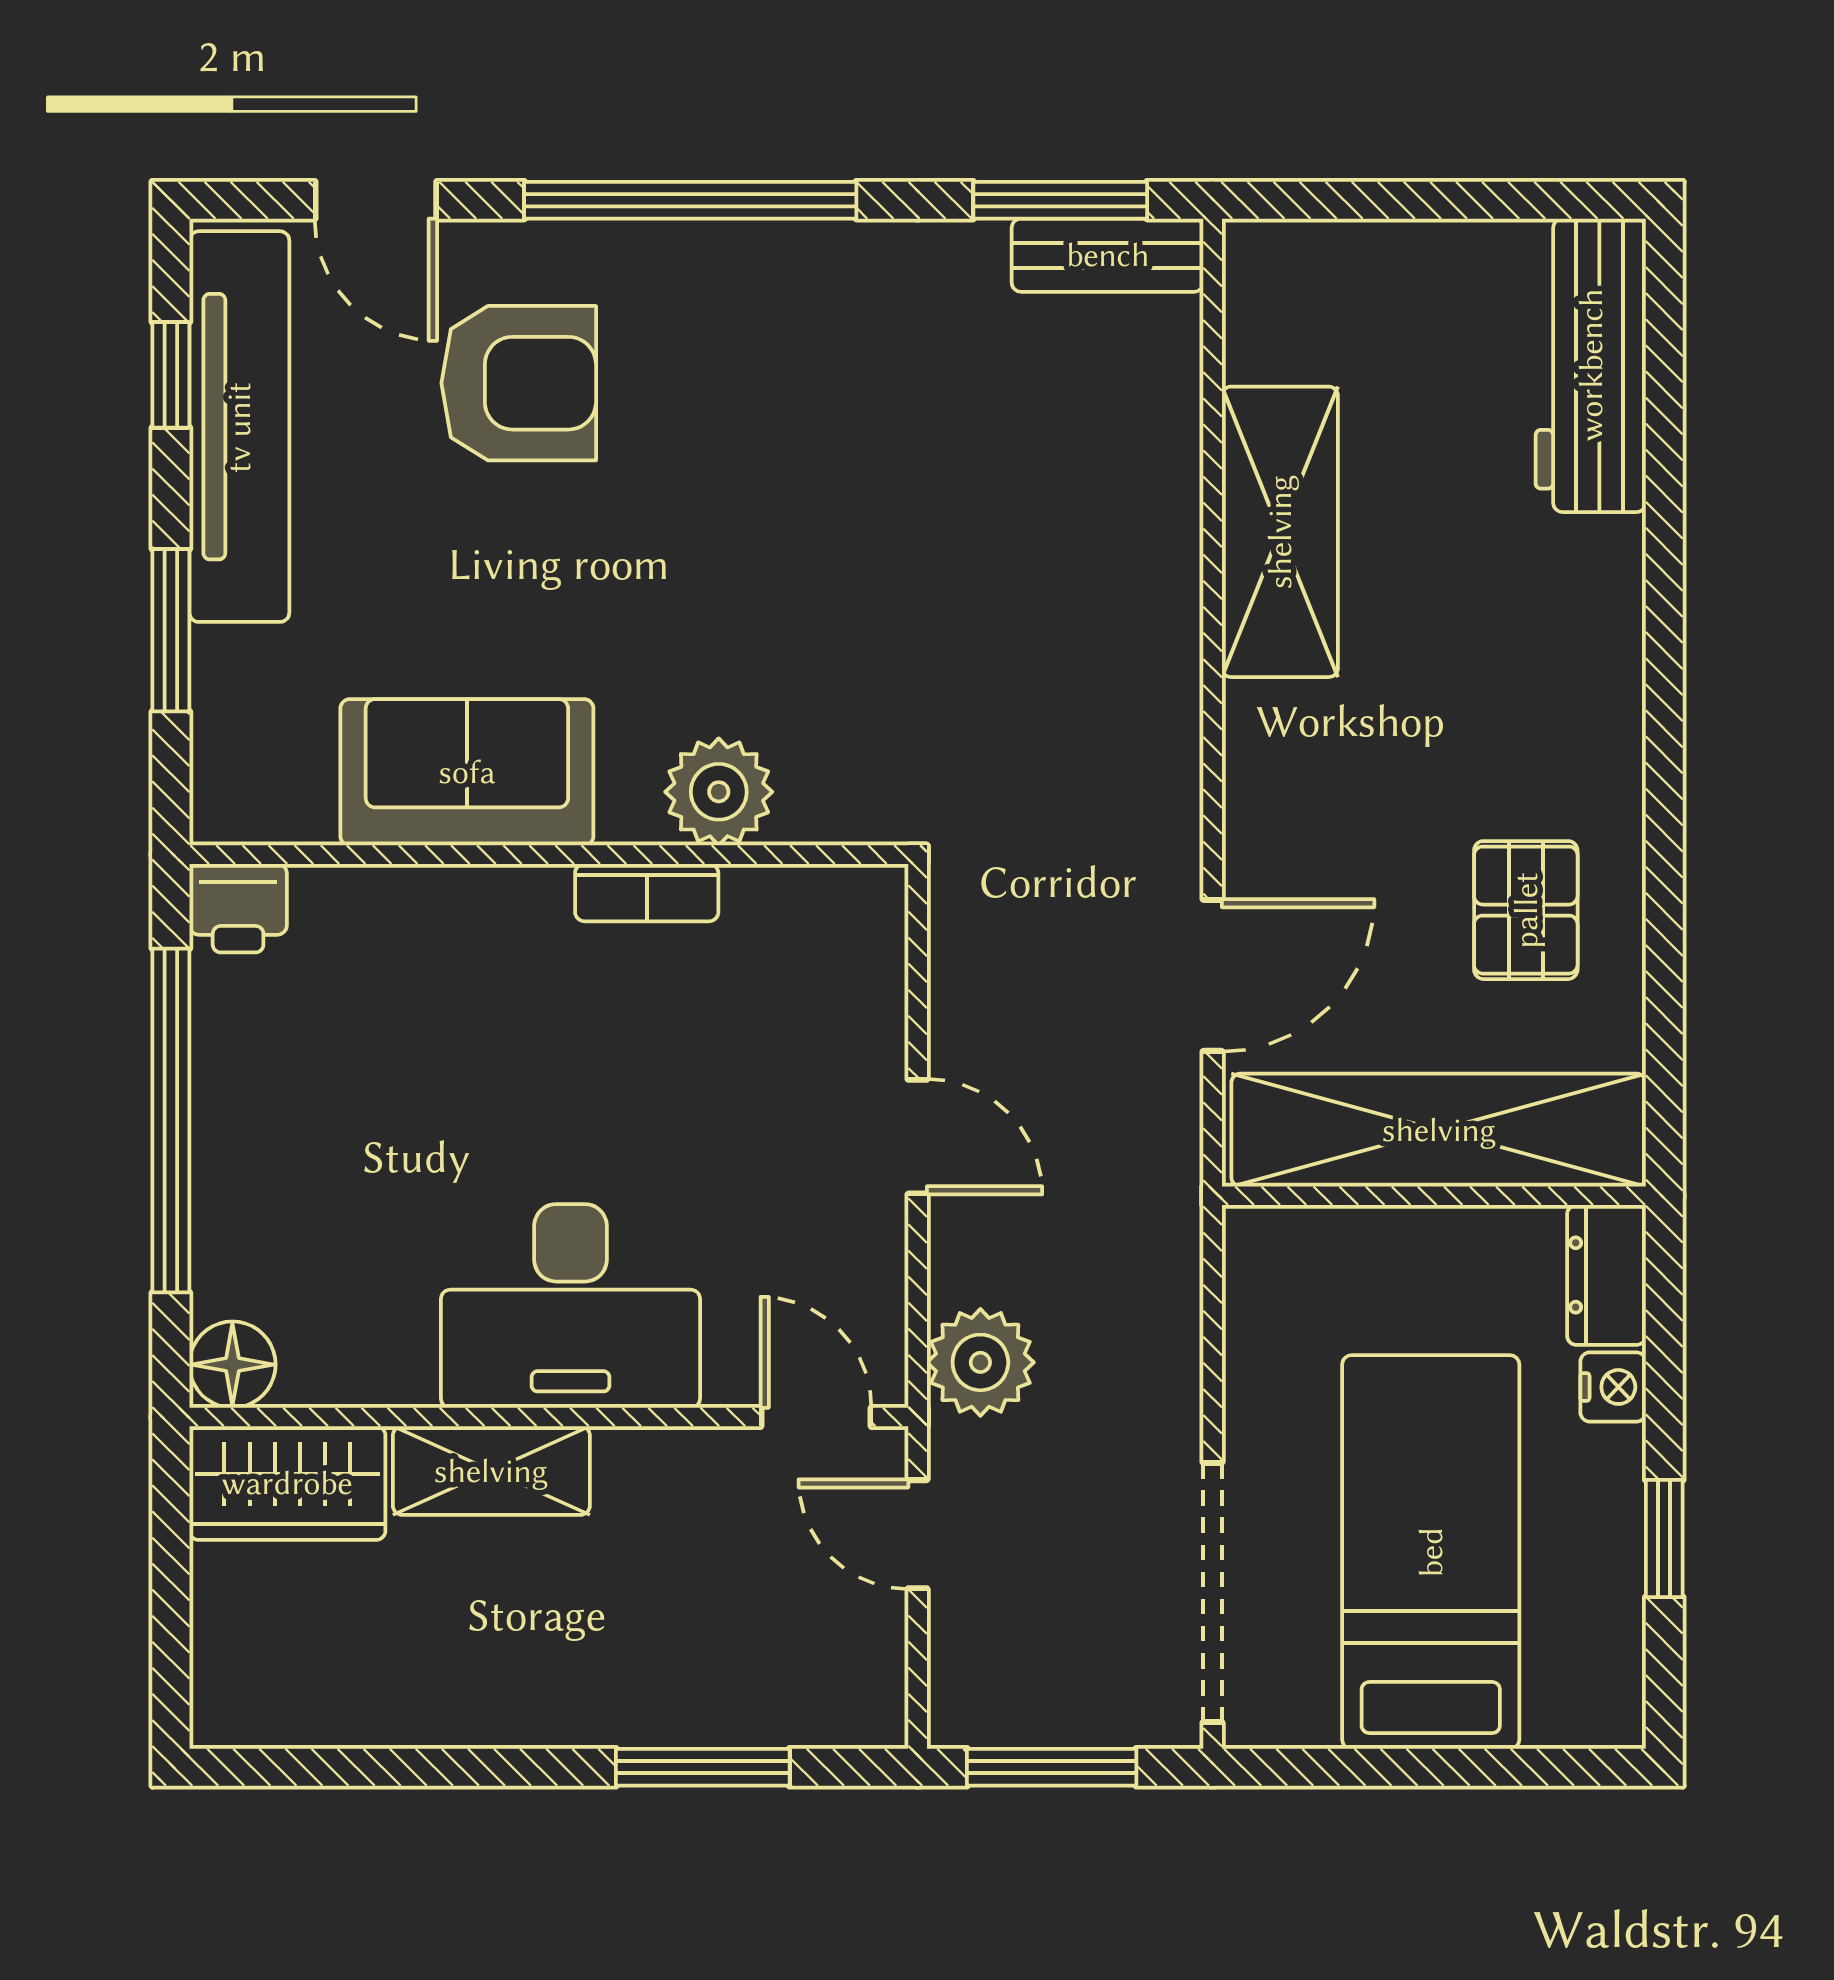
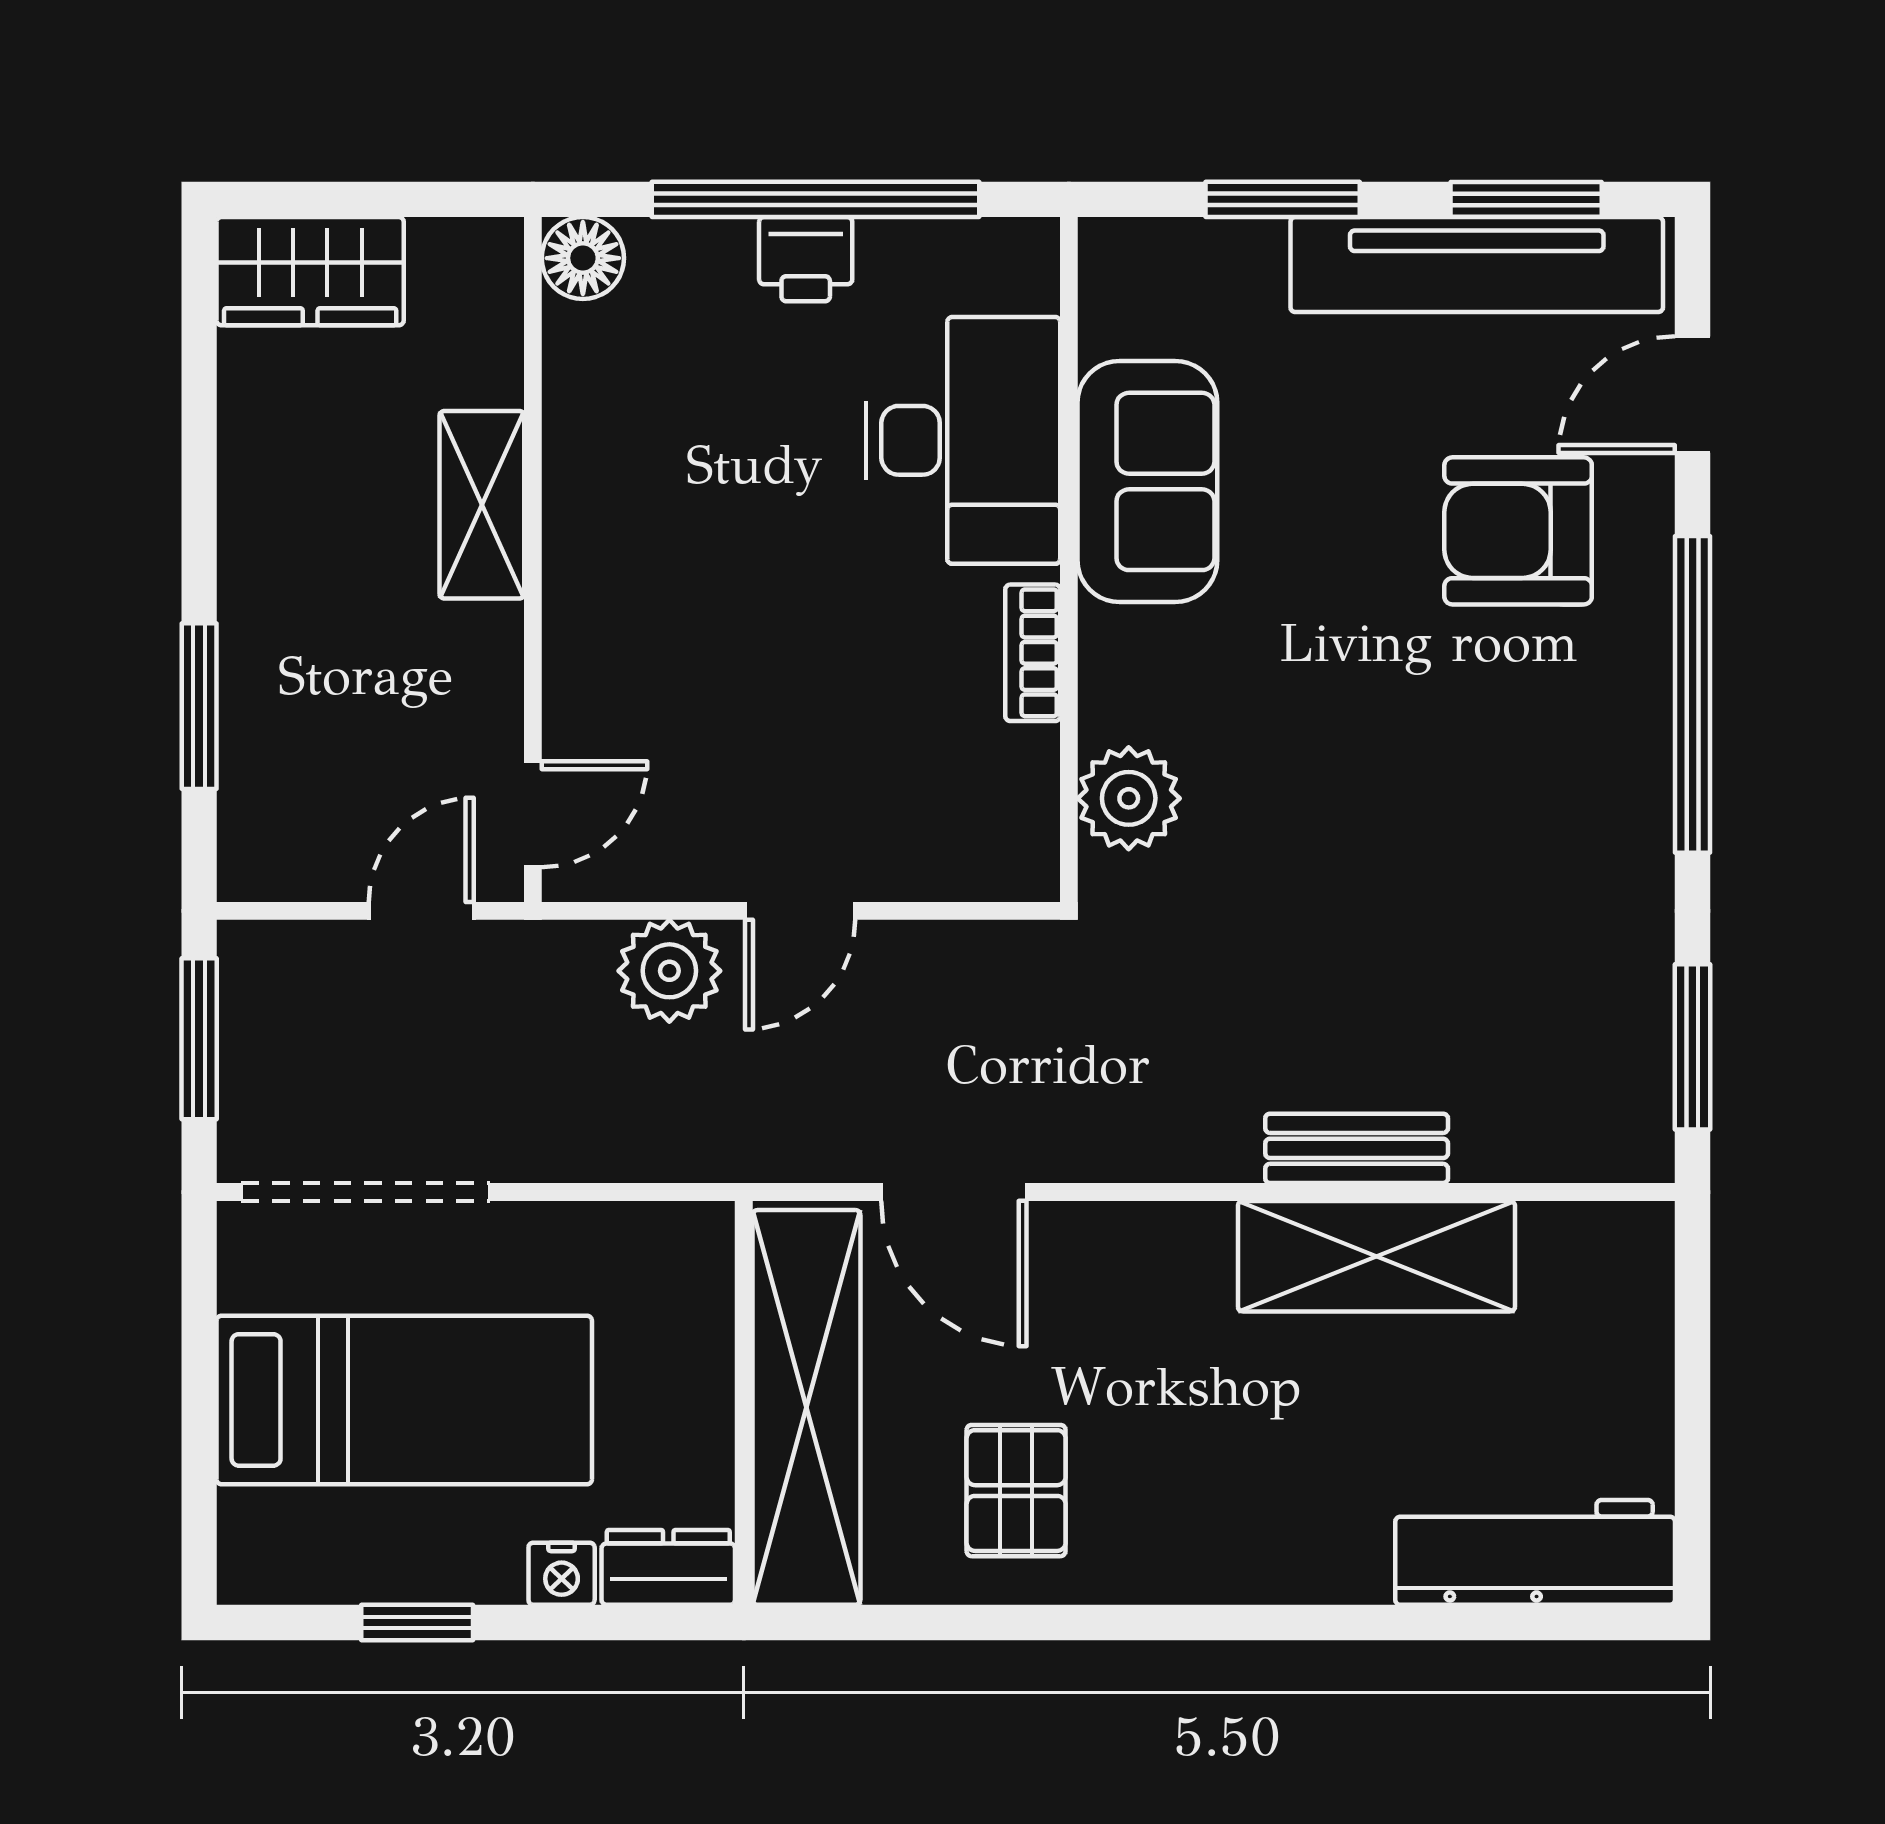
bench: (1108, 255) -> (1357, 1148), moved, turned 90
window: (171, 375) -> (1526, 199), width x1.50
armchair: (519, 383) -> (1518, 531), turned 90
plant: (719, 792) -> (1129, 798), moved
printer: (238, 908) -> (806, 259), moved, turned -90
pallet: (1526, 910) -> (1016, 1491), turned 90
desk: (570, 1306) -> (963, 440), moved, turned 180
plant: (980, 1362) -> (669, 971), moved
wardrobe: (287, 1483) -> (310, 271), moved, turned -90

